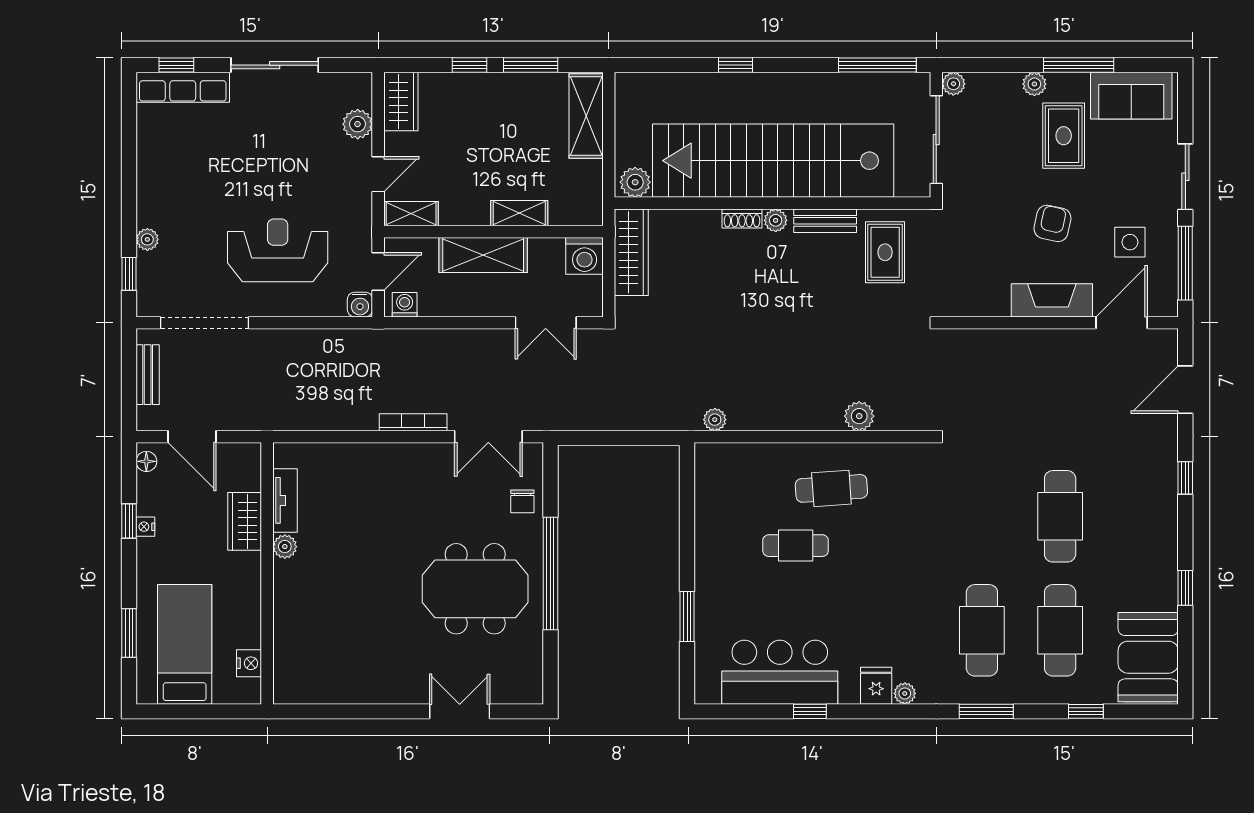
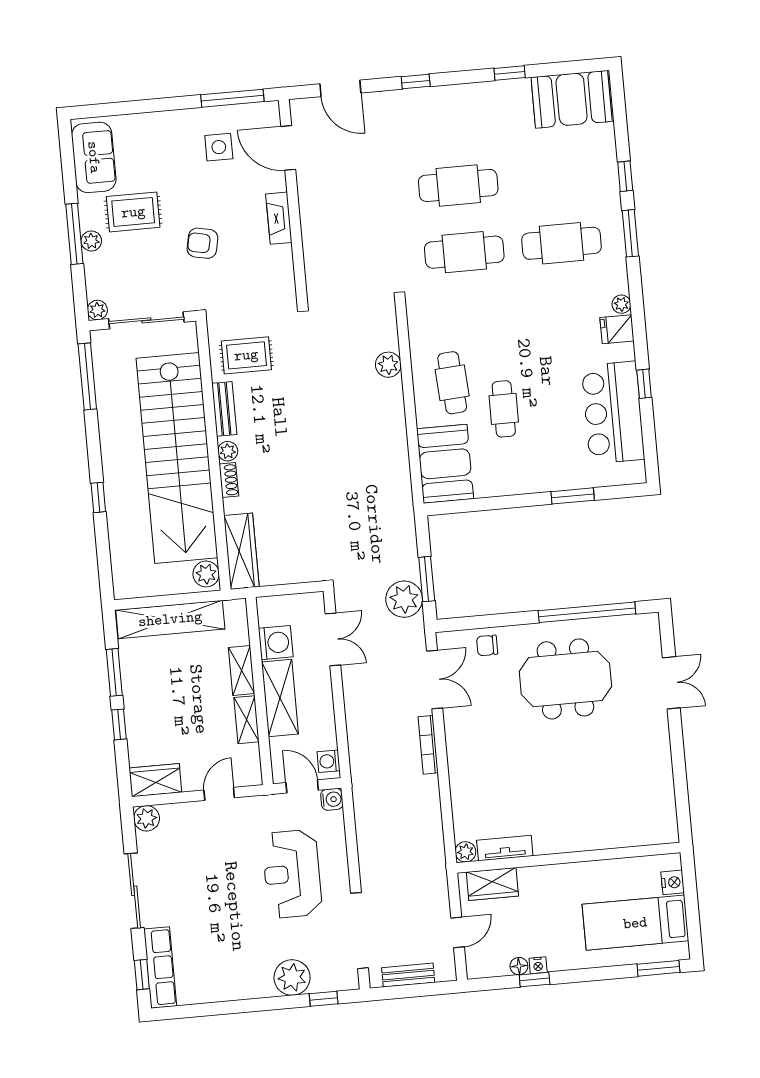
window: (1079, 65) -> (74, 234), moved
shelving: (586, 116) -> (170, 619), width x1.47
plant: (358, 124) -> (147, 818), moved
door: (378, 174) -> (219, 794), hinge flipped
sliding door: (1185, 177) -> (159, 105), removed
shelving: (411, 214) -> (246, 720), moved
armchair: (1052, 223) -> (202, 243), moved
plant: (147, 239) -> (292, 978), width x1.87, depth x1.87
wardrobe: (631, 252) -> (241, 551), moved, turned 90
washing machine: (585, 256) -> (276, 643), moved
fireplace: (1052, 300) -> (279, 218), width x0.73, depth x0.76
plant: (715, 420) -> (404, 599), moved, width x1.88, depth x1.88
door: (192, 437) -> (458, 932), width x0.73
window: (606, 438) -> (427, 579), added
floor lamp: (146, 461) -> (519, 966), moved
booth: (738, 472) -> (445, 464), added
chair: (522, 501) -> (487, 645), turned 180
wardrobe: (245, 521) -> (492, 884), moved
plant: (285, 547) -> (465, 852), moved
window: (550, 573) -> (587, 612), moved
meeting table: (475, 589) -> (565, 679), turned 90
cafe table: (1060, 630) -> (464, 252), moved
window: (129, 633) -> (658, 968), moved
nightstand: (249, 663) -> (673, 882), moved, turned 90
double door: (460, 711) -> (671, 683), swing flipped
window: (1086, 711) -> (625, 176), moved

